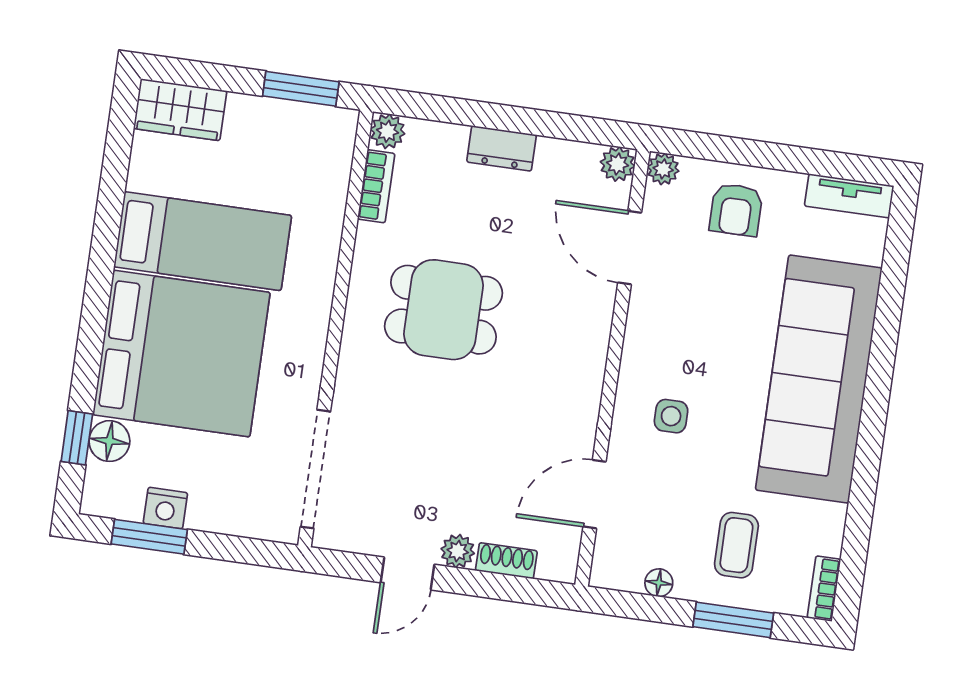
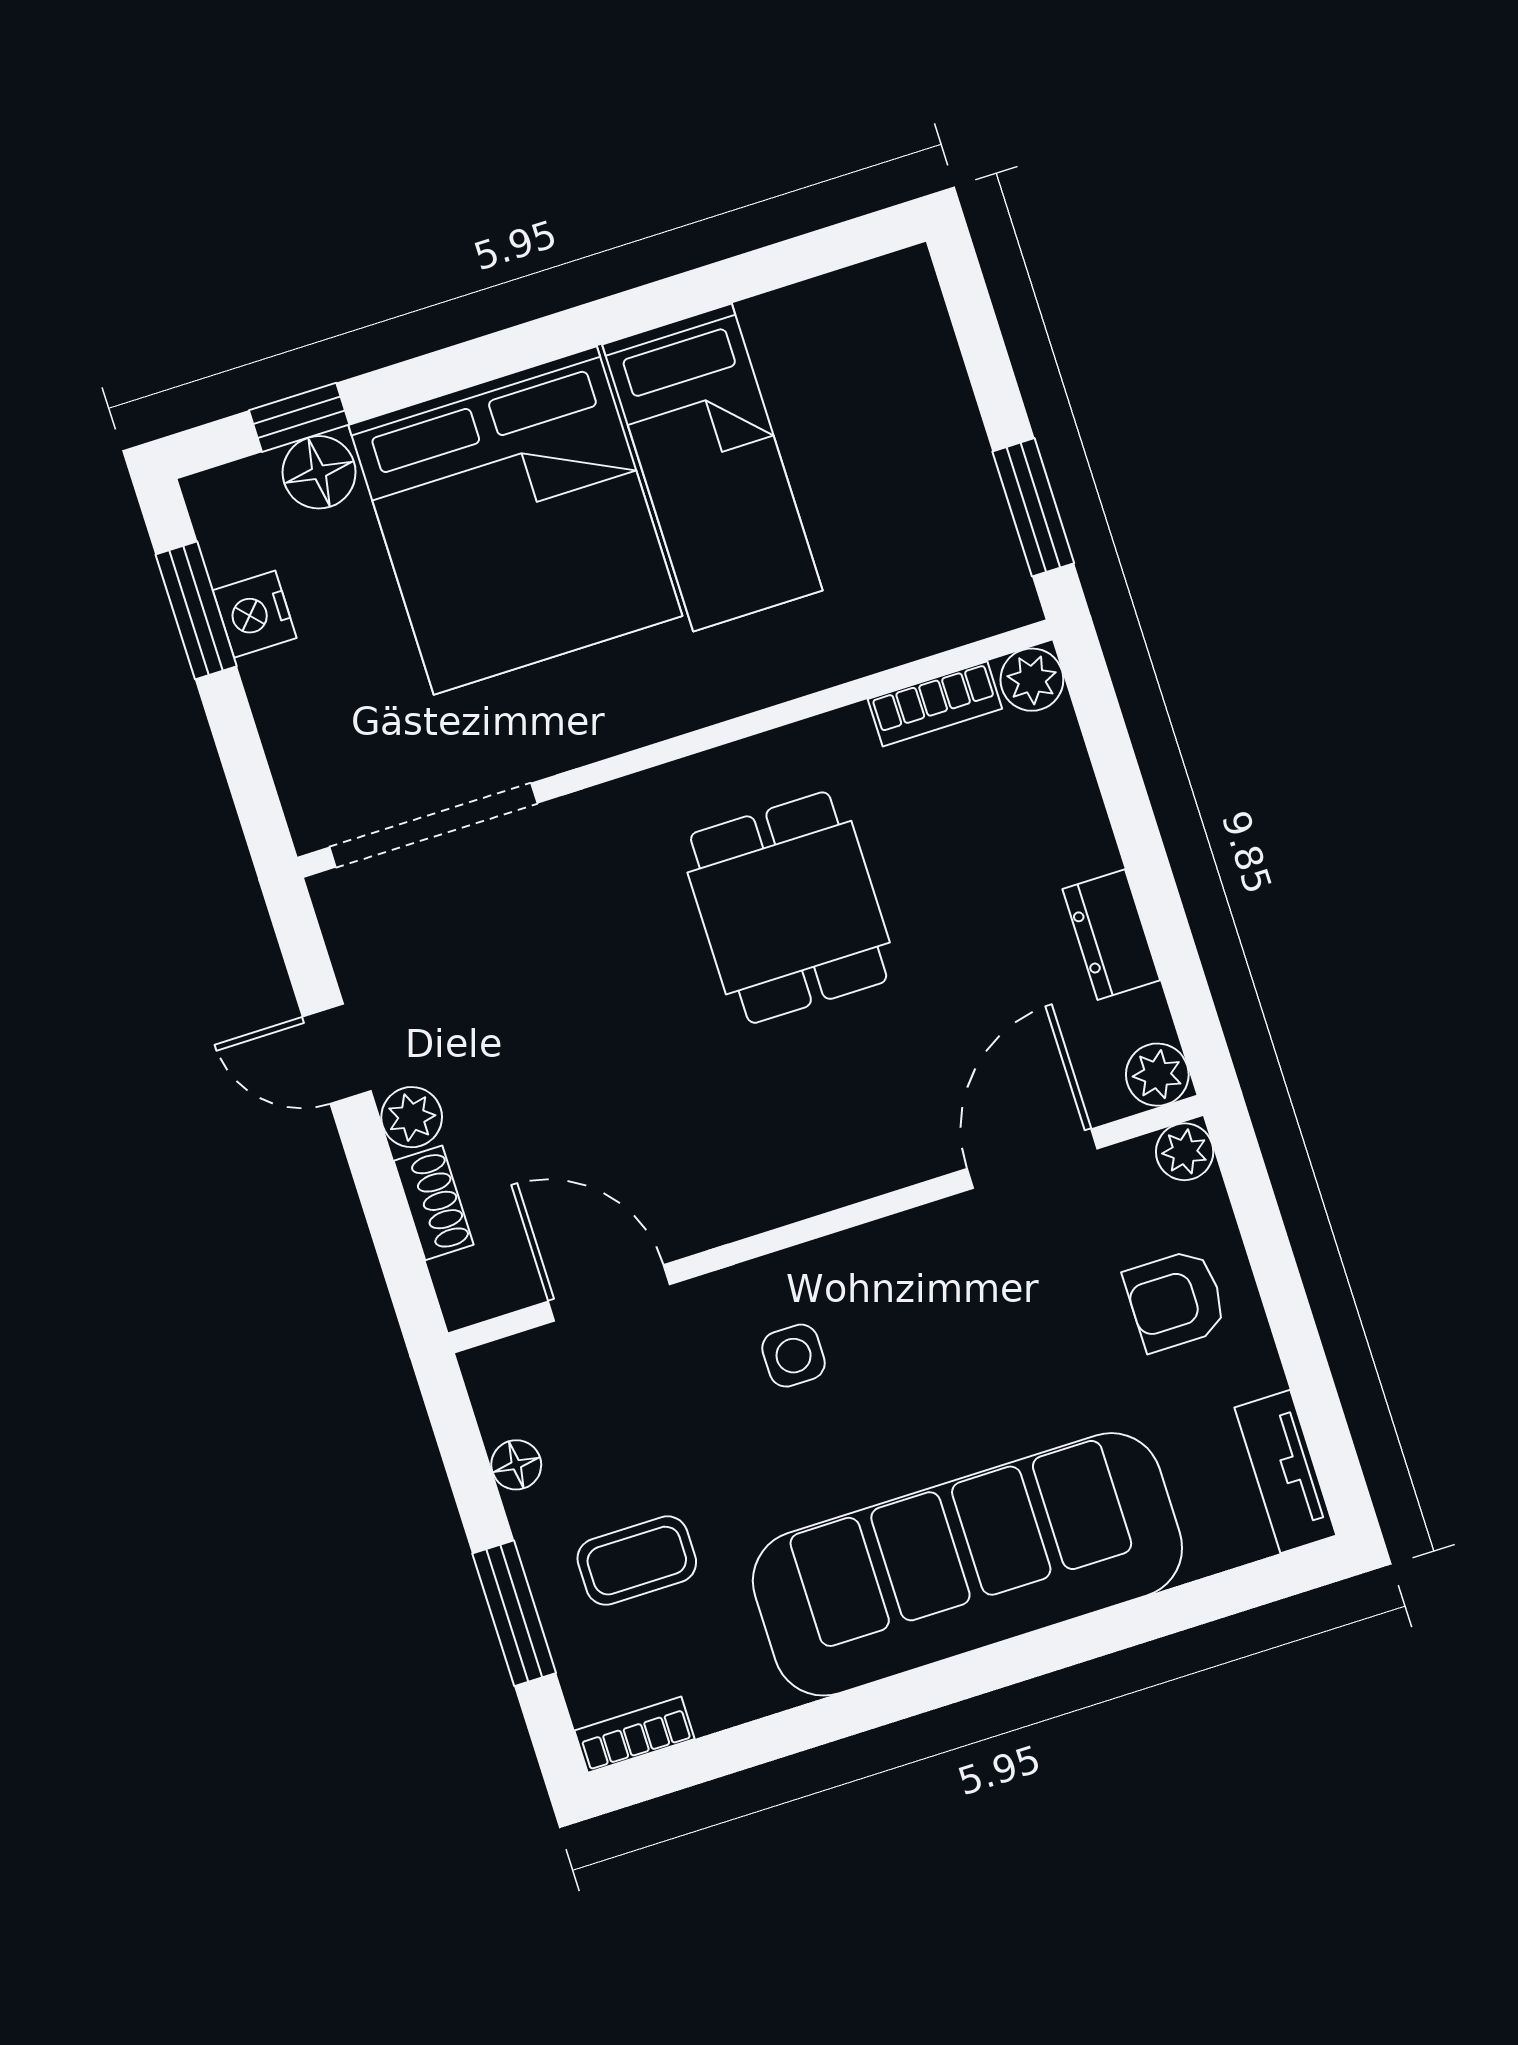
wardrobe: (180, 110) -> (906, 330), removed
dresser: (502, 148) -> (1111, 935), moved

